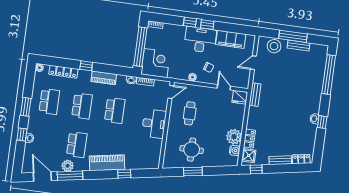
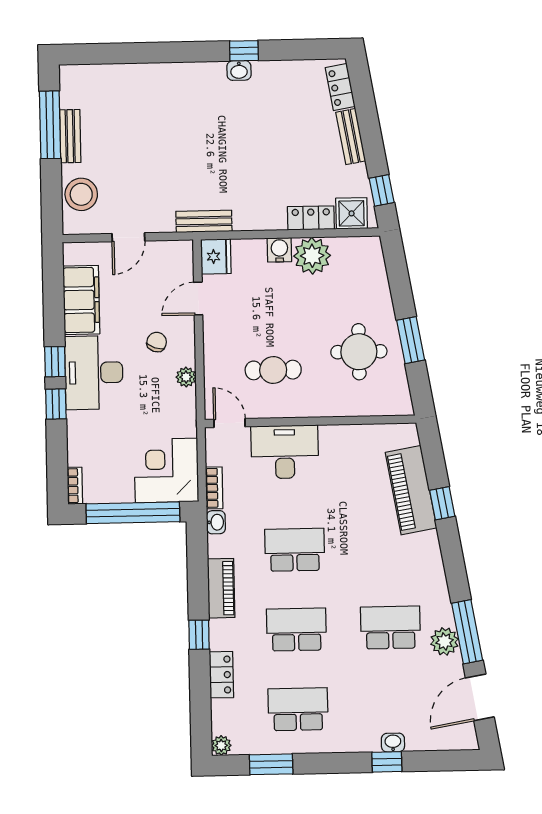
window: (293, 36) -> (50, 125), moved
door: (253, 63) -> (128, 237), hinge flipped
locker: (63, 72) -> (221, 675), width x0.66
window: (329, 75) -> (128, 53), removed
window: (26, 107) -> (271, 764), moved
desk: (154, 124) -> (285, 452), moved
water cooler: (235, 150) -> (279, 250), moved
piano: (107, 163) -> (411, 490), moved

